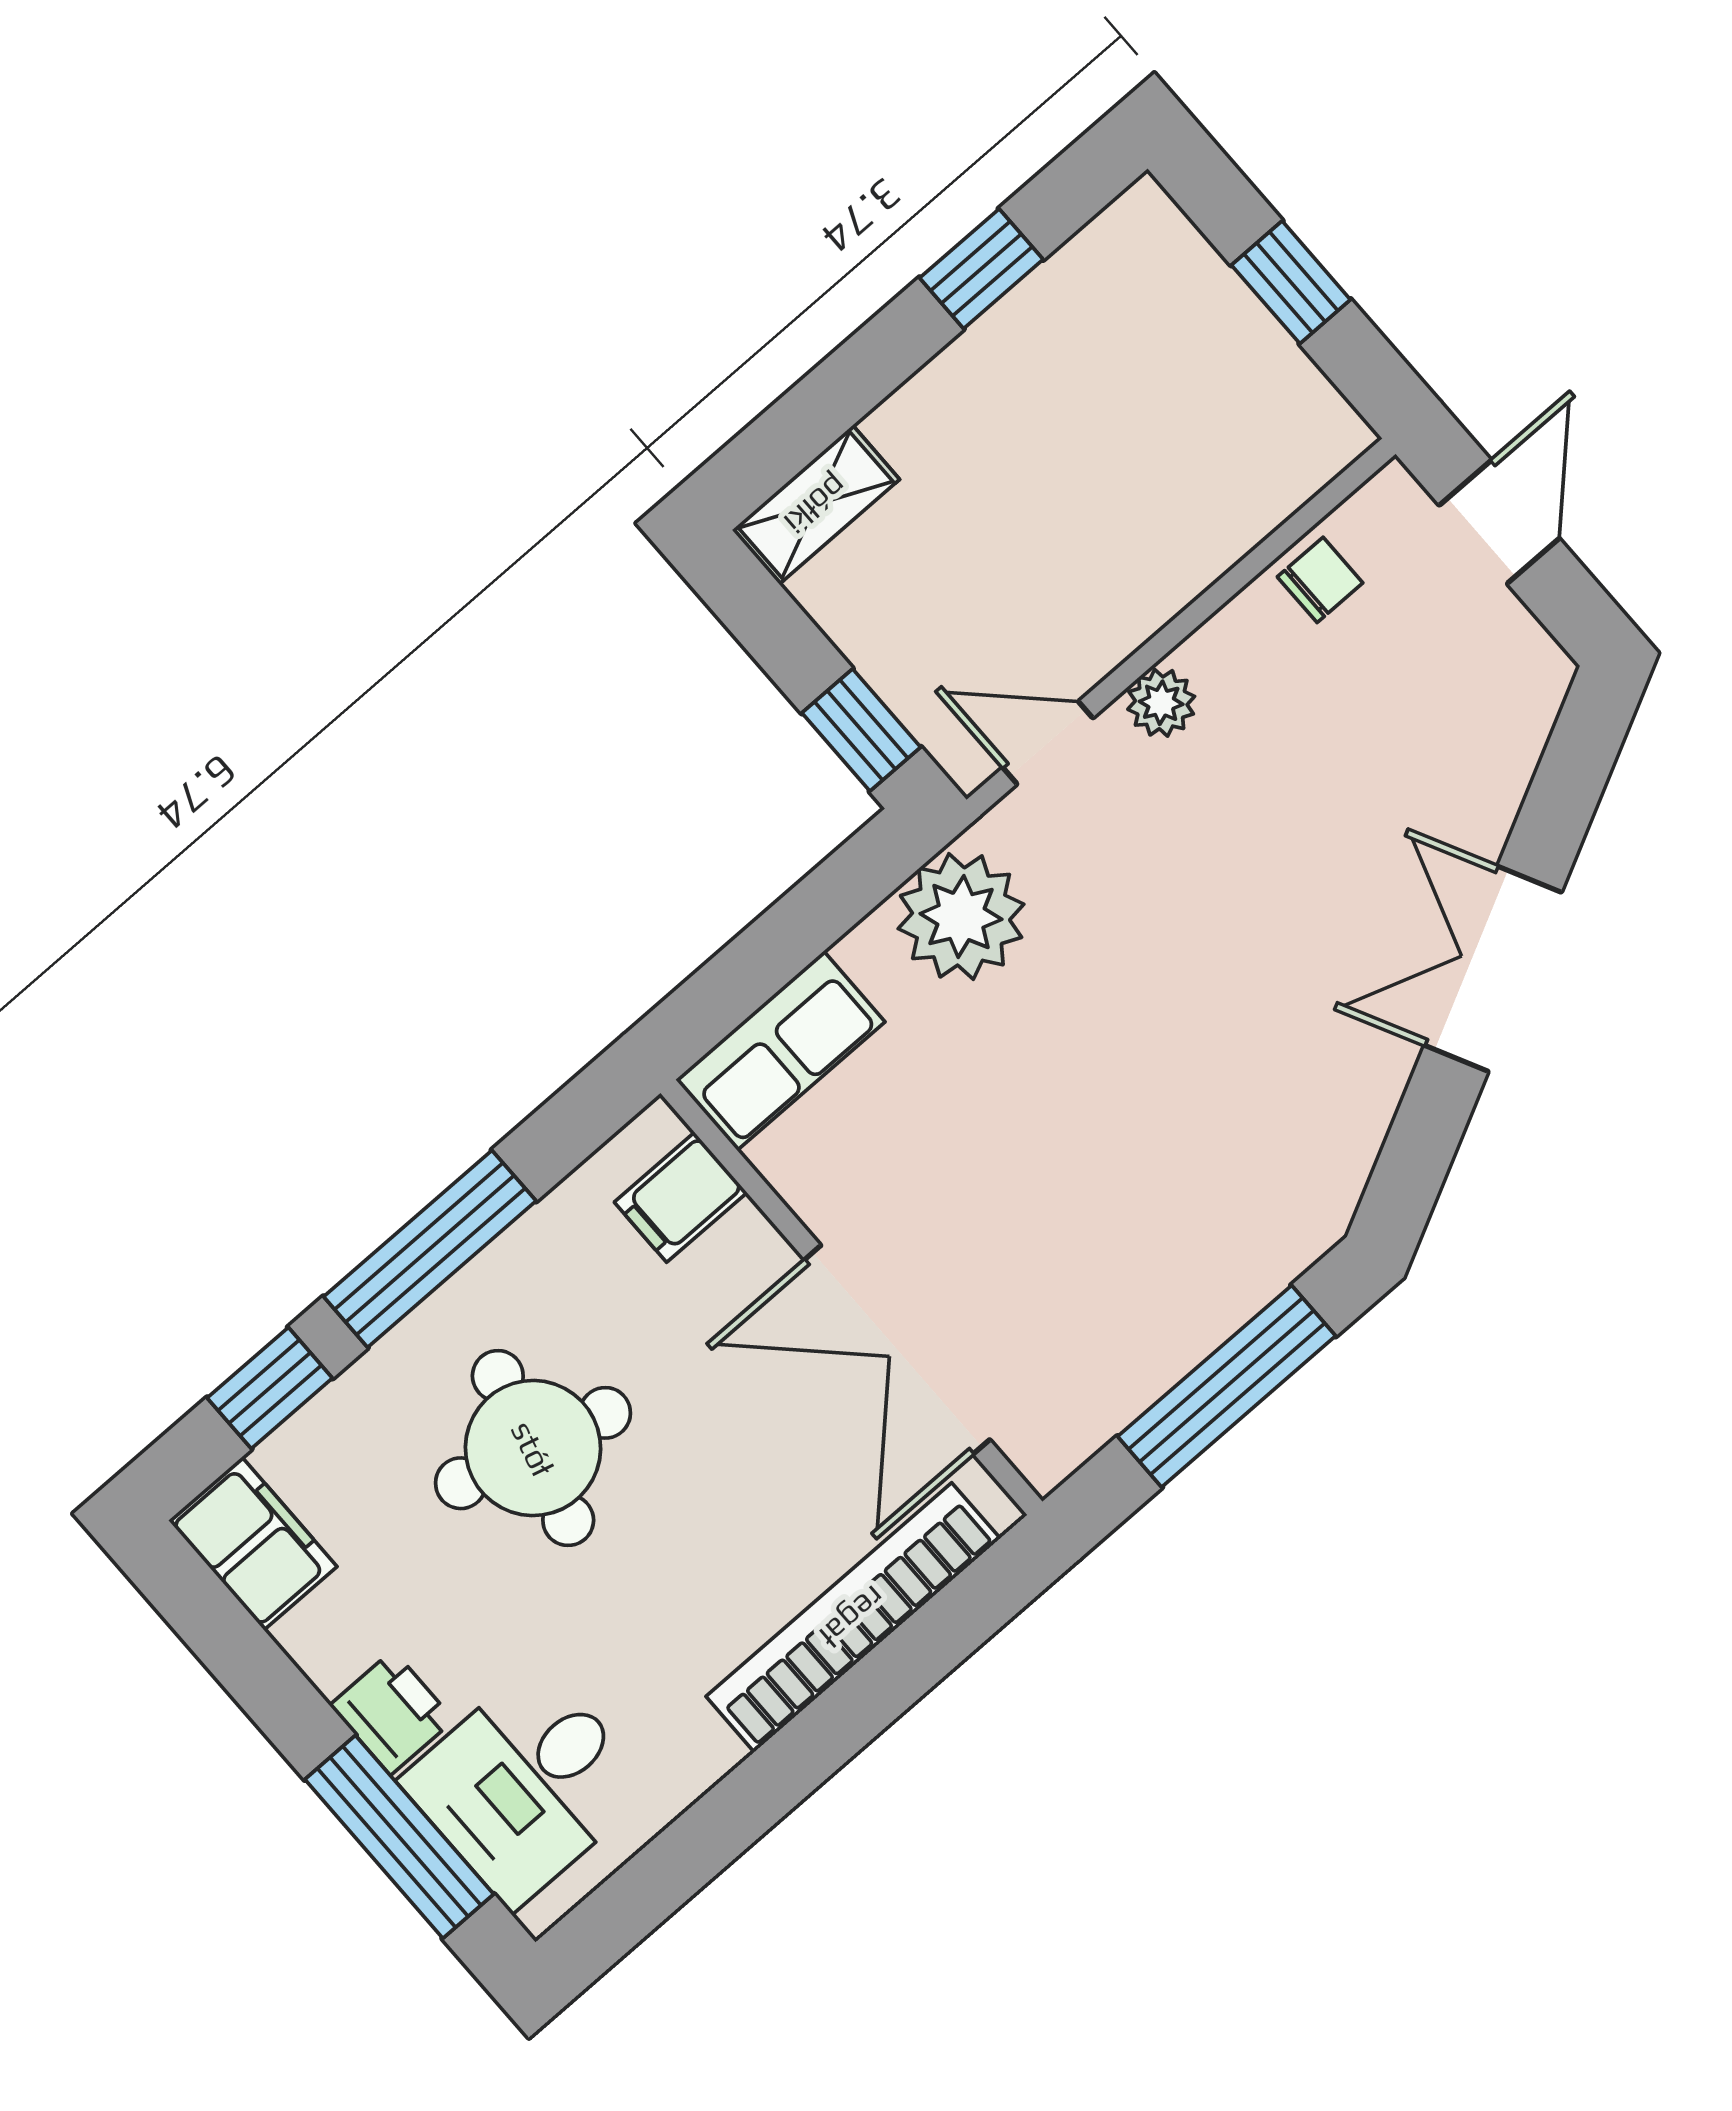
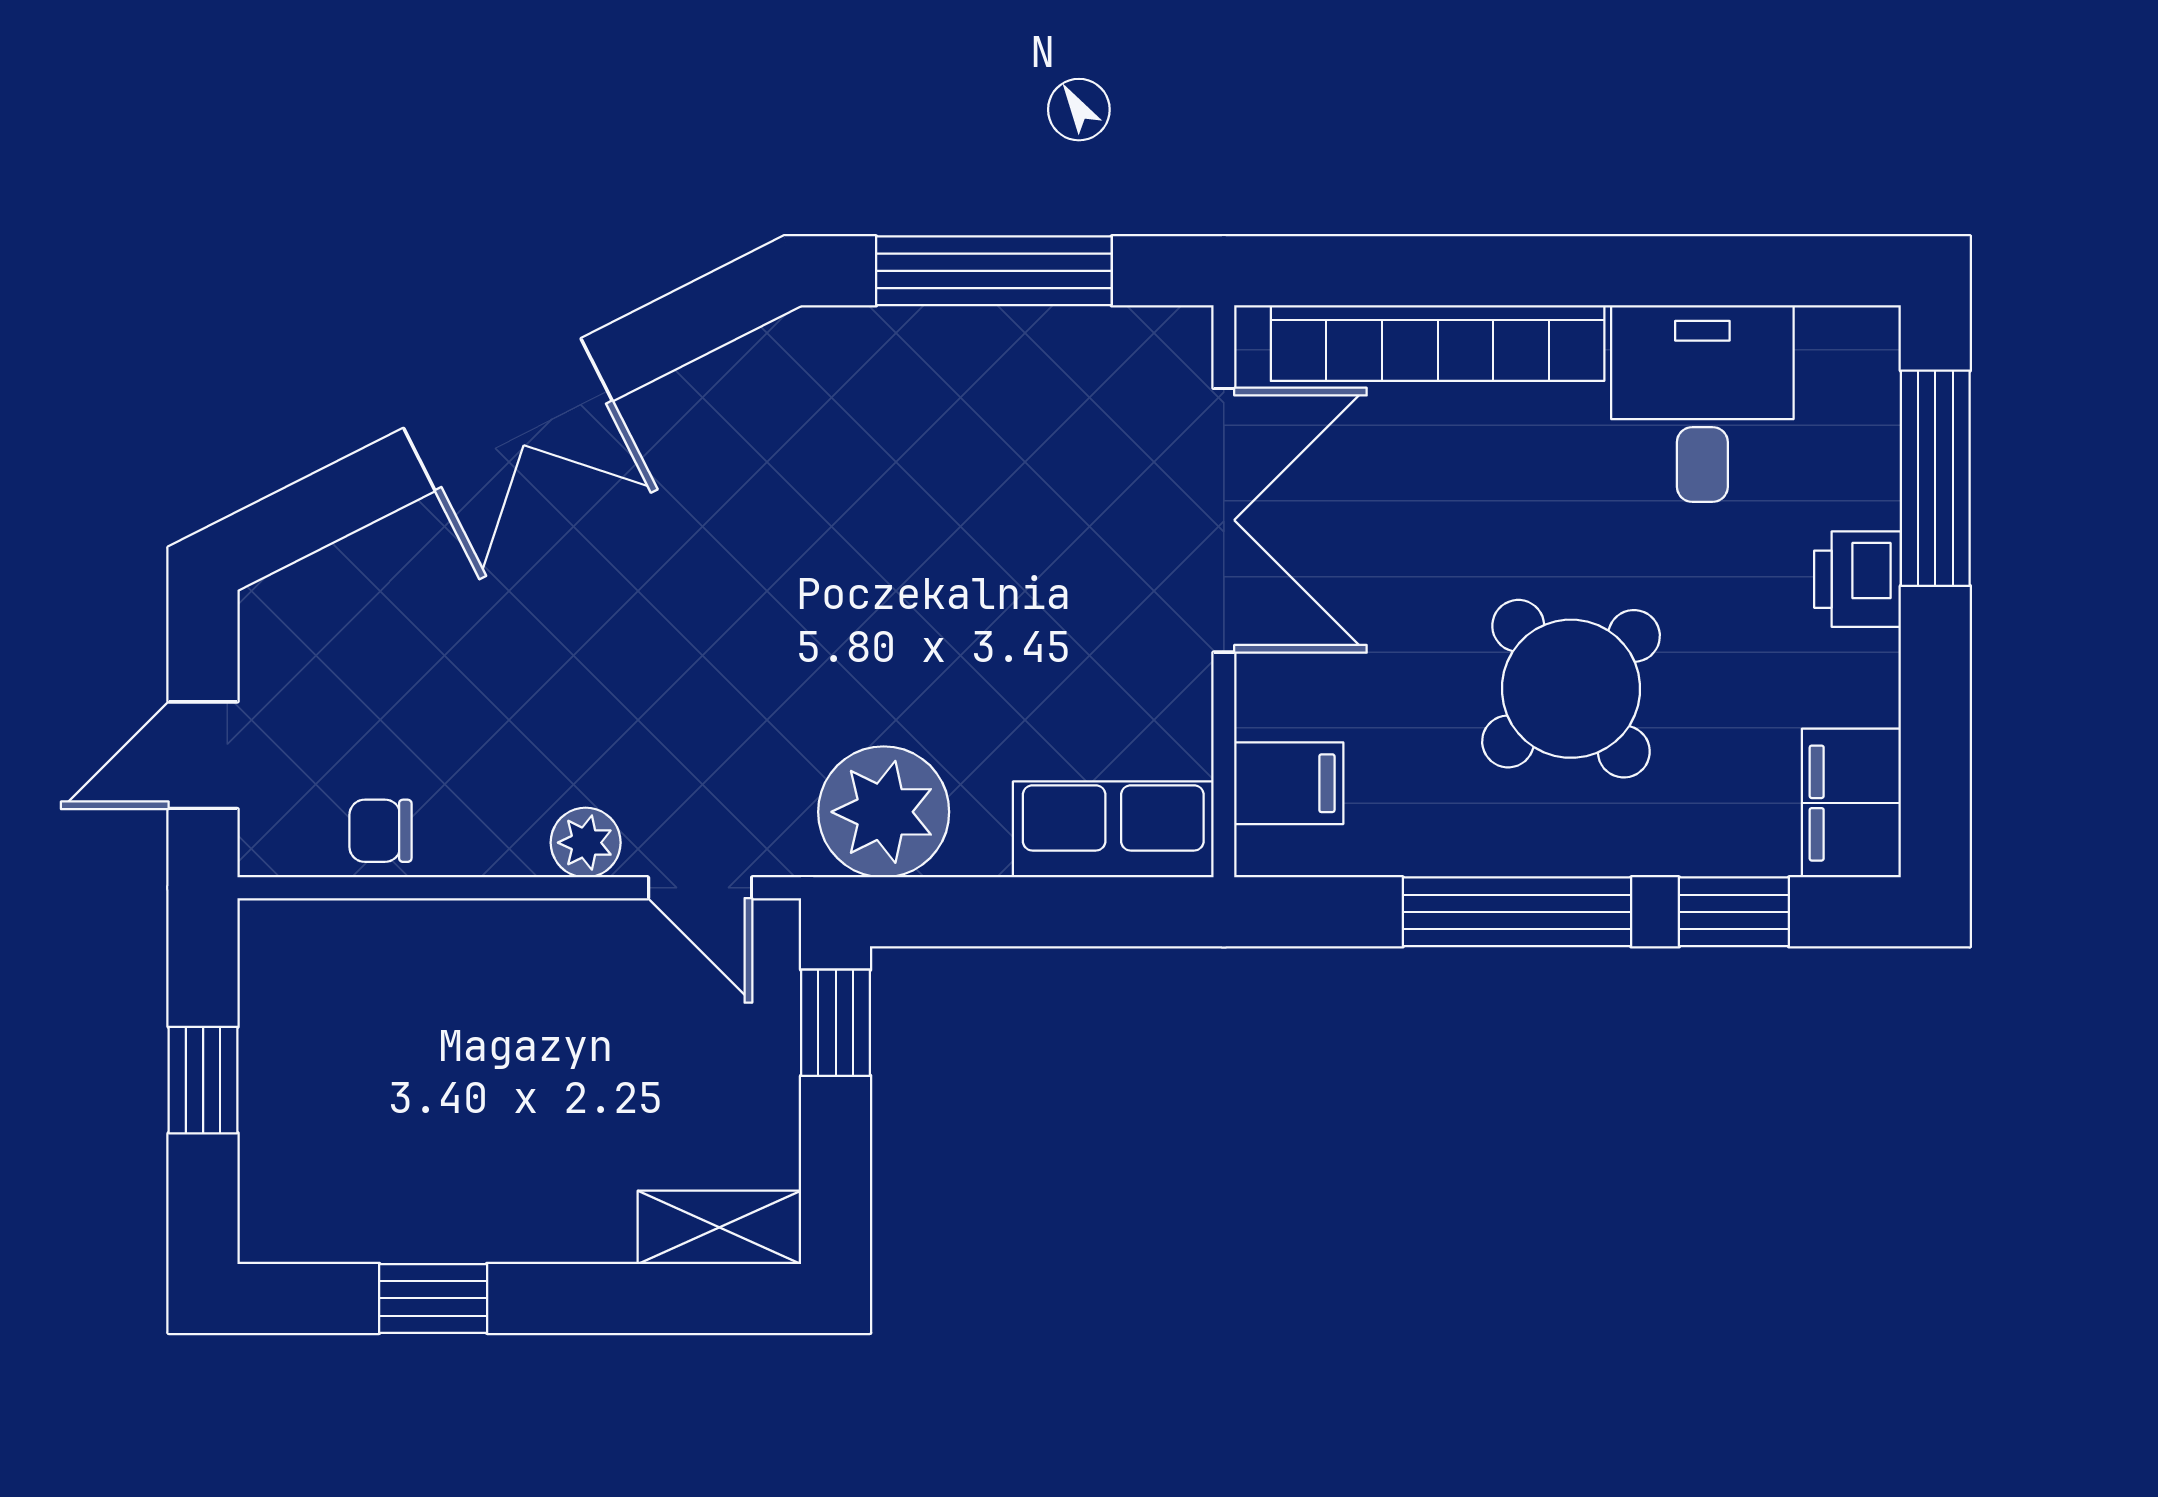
round table: (533, 1448) -> (1571, 689), turned 35
desk: (526, 1785) -> (1702, 404), moved, turned -90

